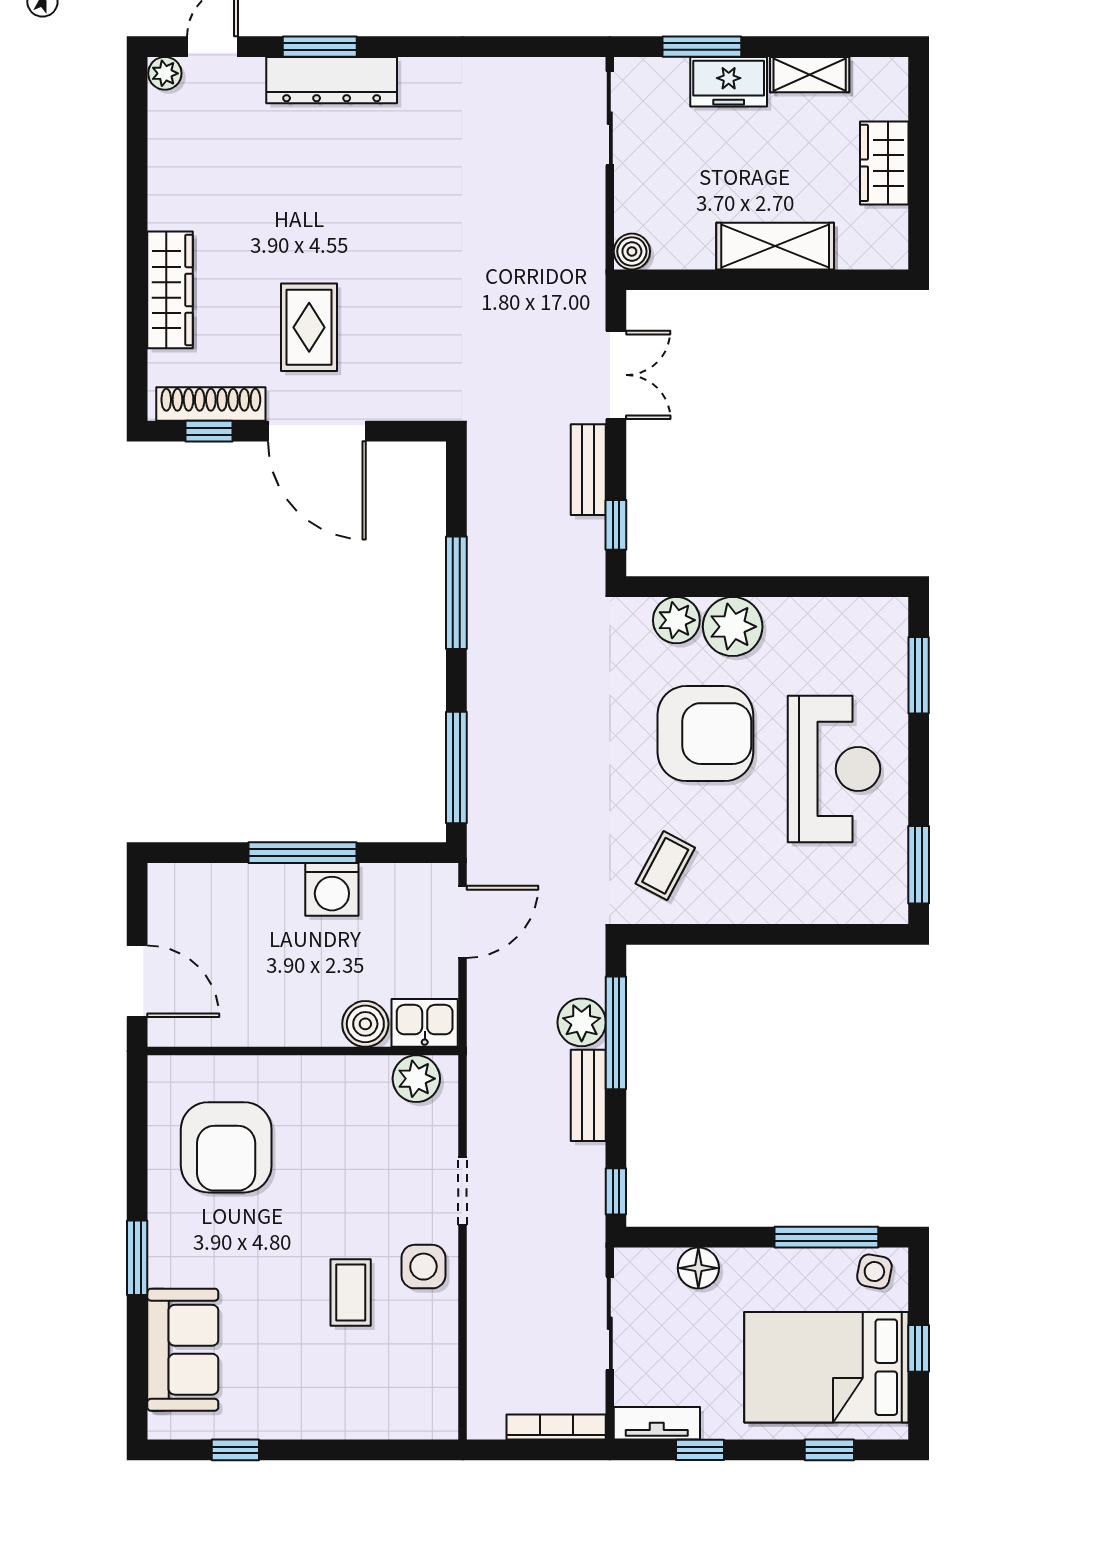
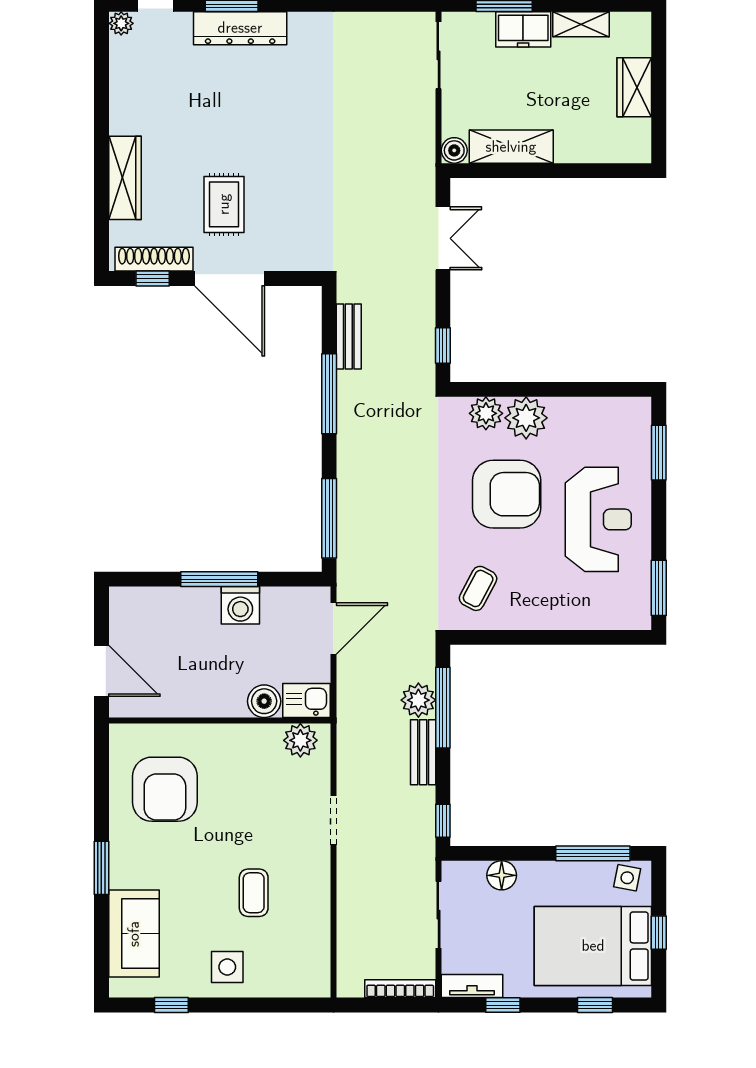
shelving: (775, 246) -> (511, 147), moved
bench: (588, 470) -> (349, 337), moved
side table: (423, 1267) -> (227, 967), moved

